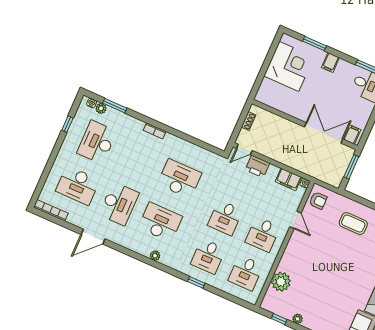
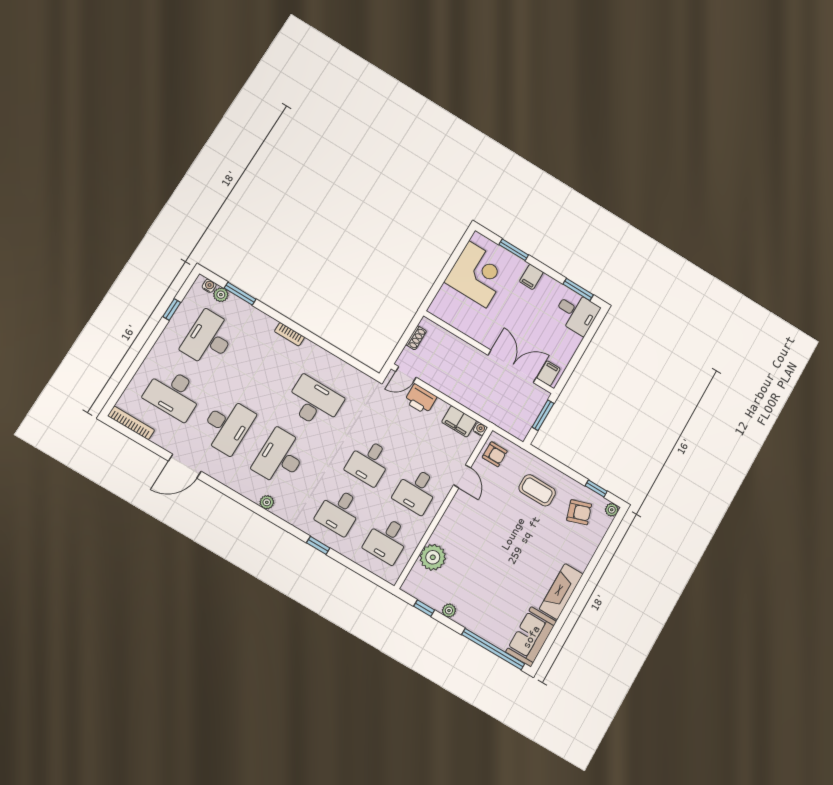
desk: (160, 222) -> (280, 457), turned -90

